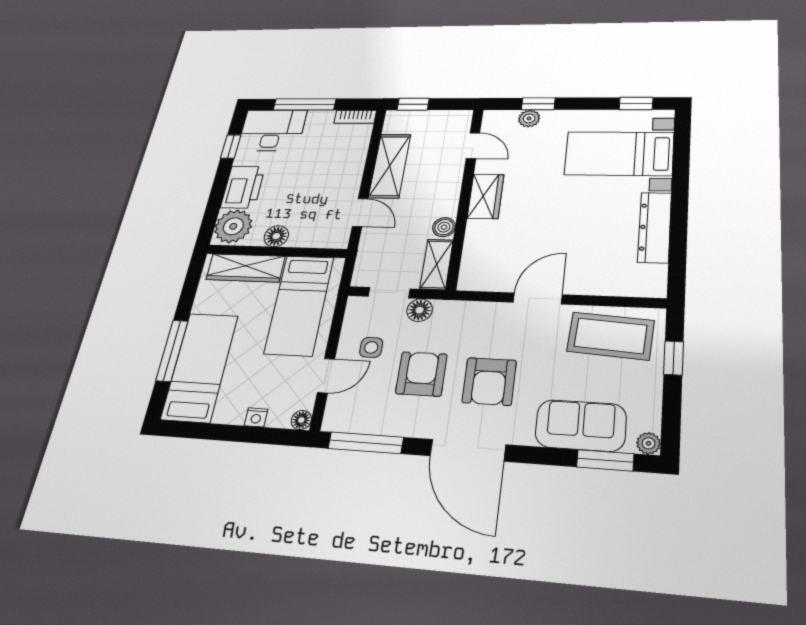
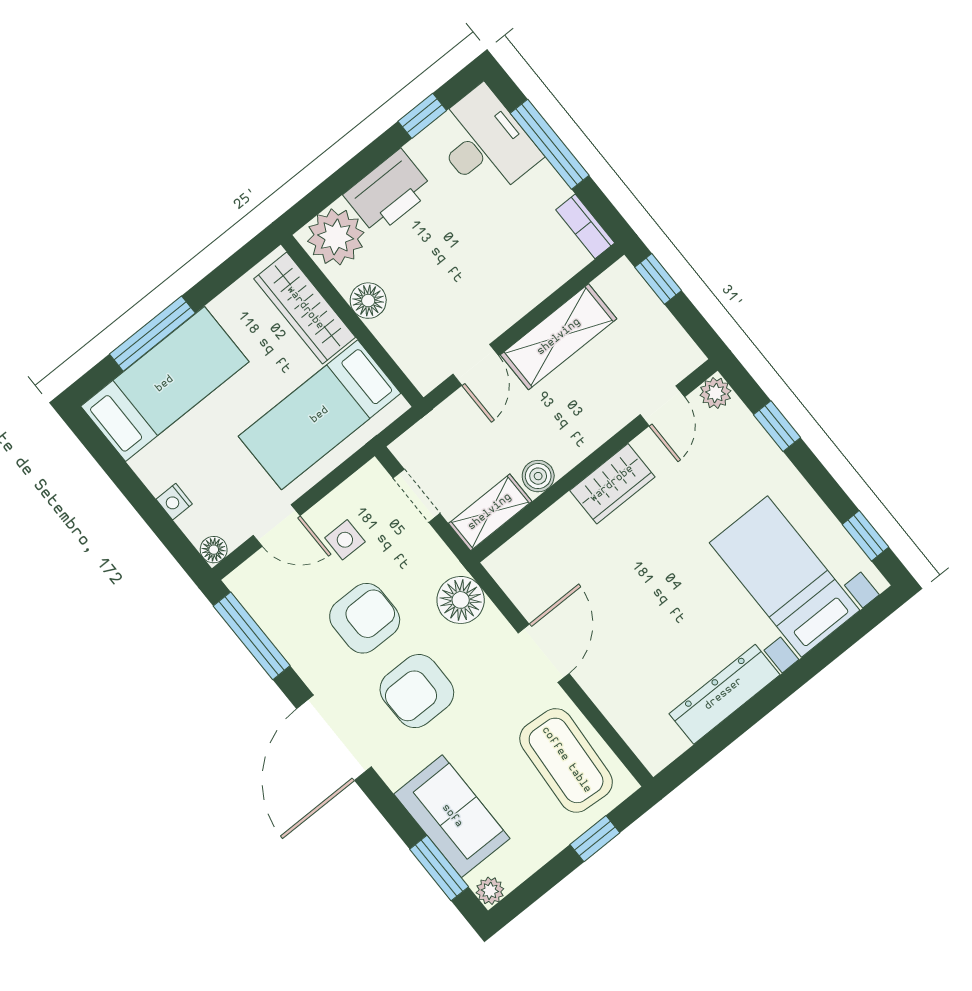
plant: (529, 118) -> (715, 393), moved
door: (538, 299) -> (544, 653), hinge flipped
floor lamp: (420, 310) -> (461, 600), moved, width x1.38, depth x1.38

